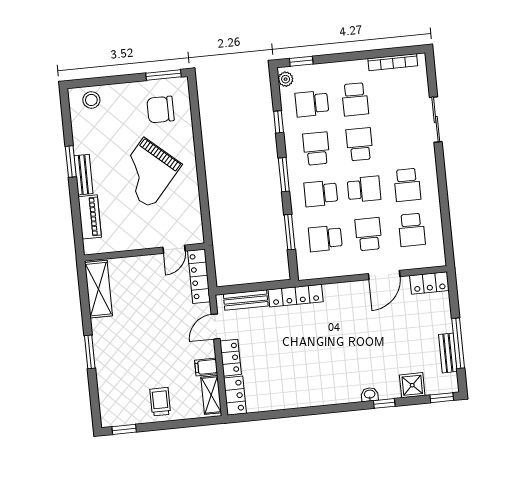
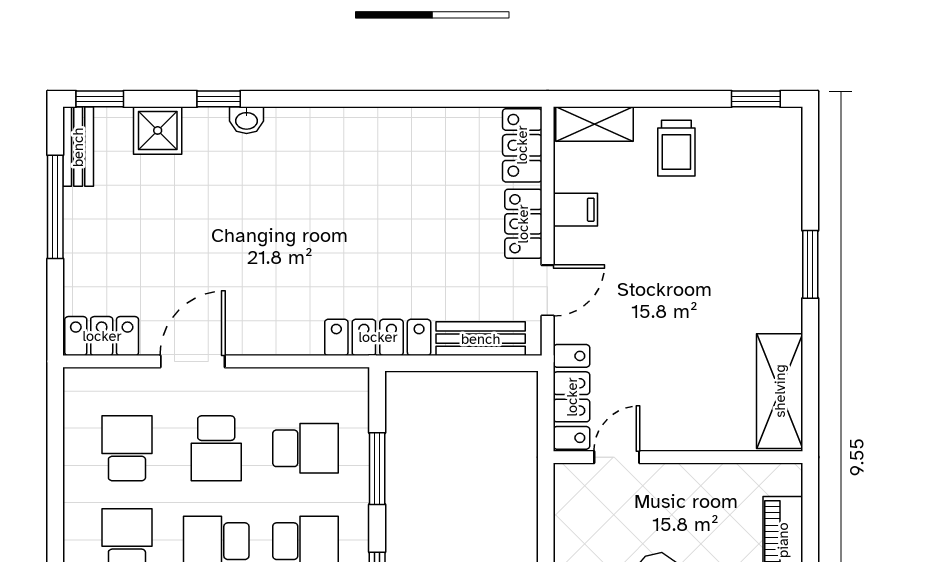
bench: (448, 353) -> (78, 147), moved
shelving: (211, 395) -> (594, 124), moved, turned 90

